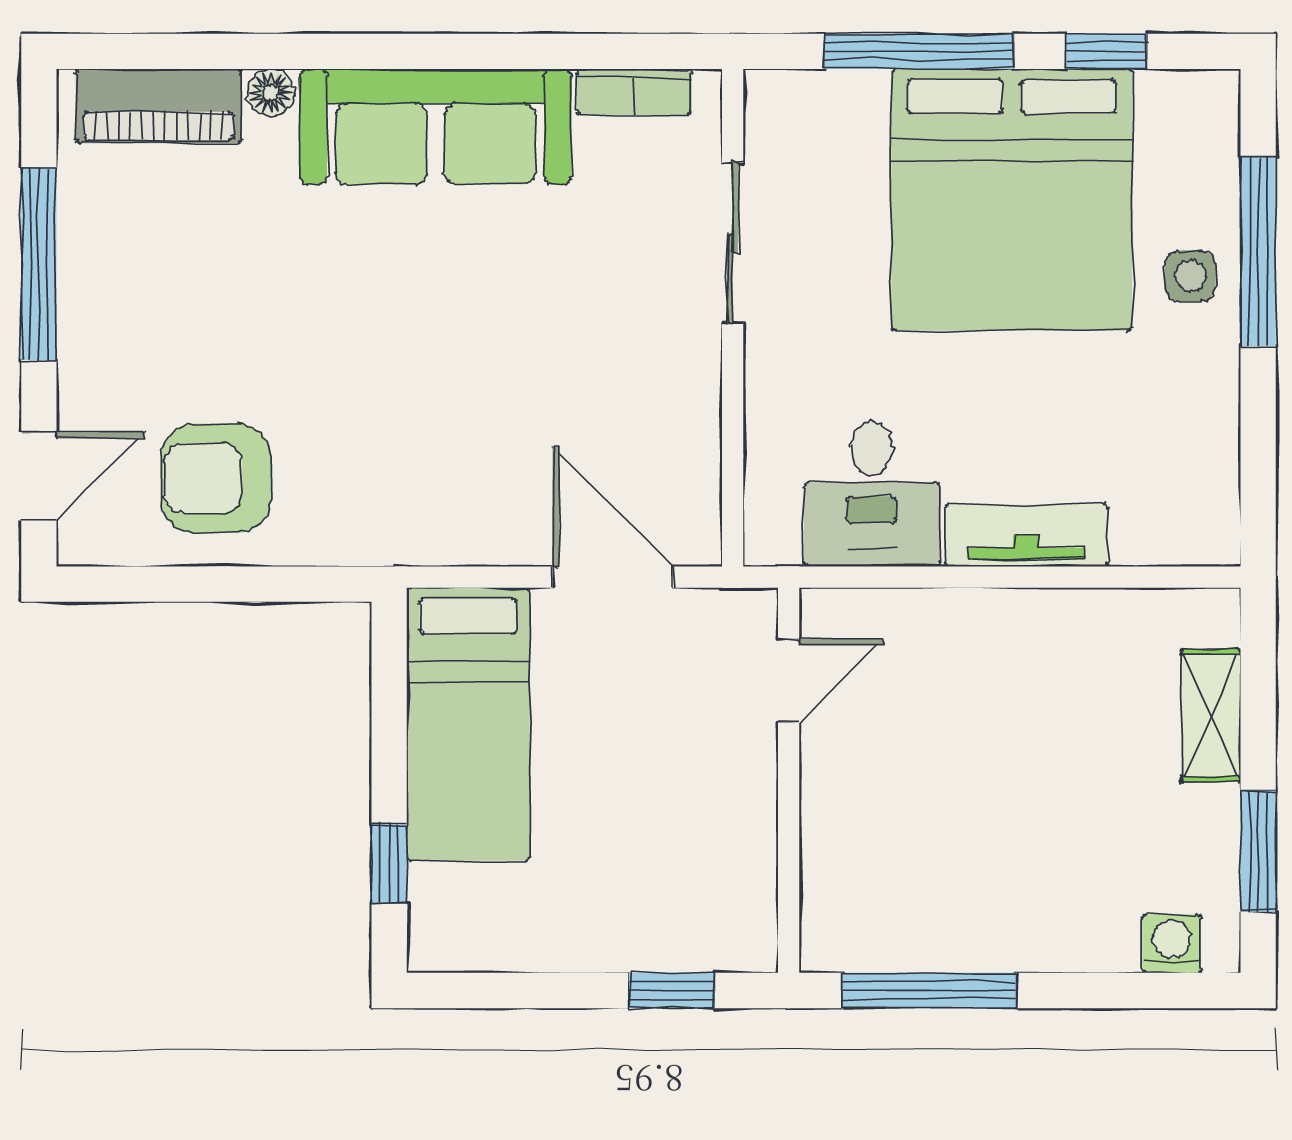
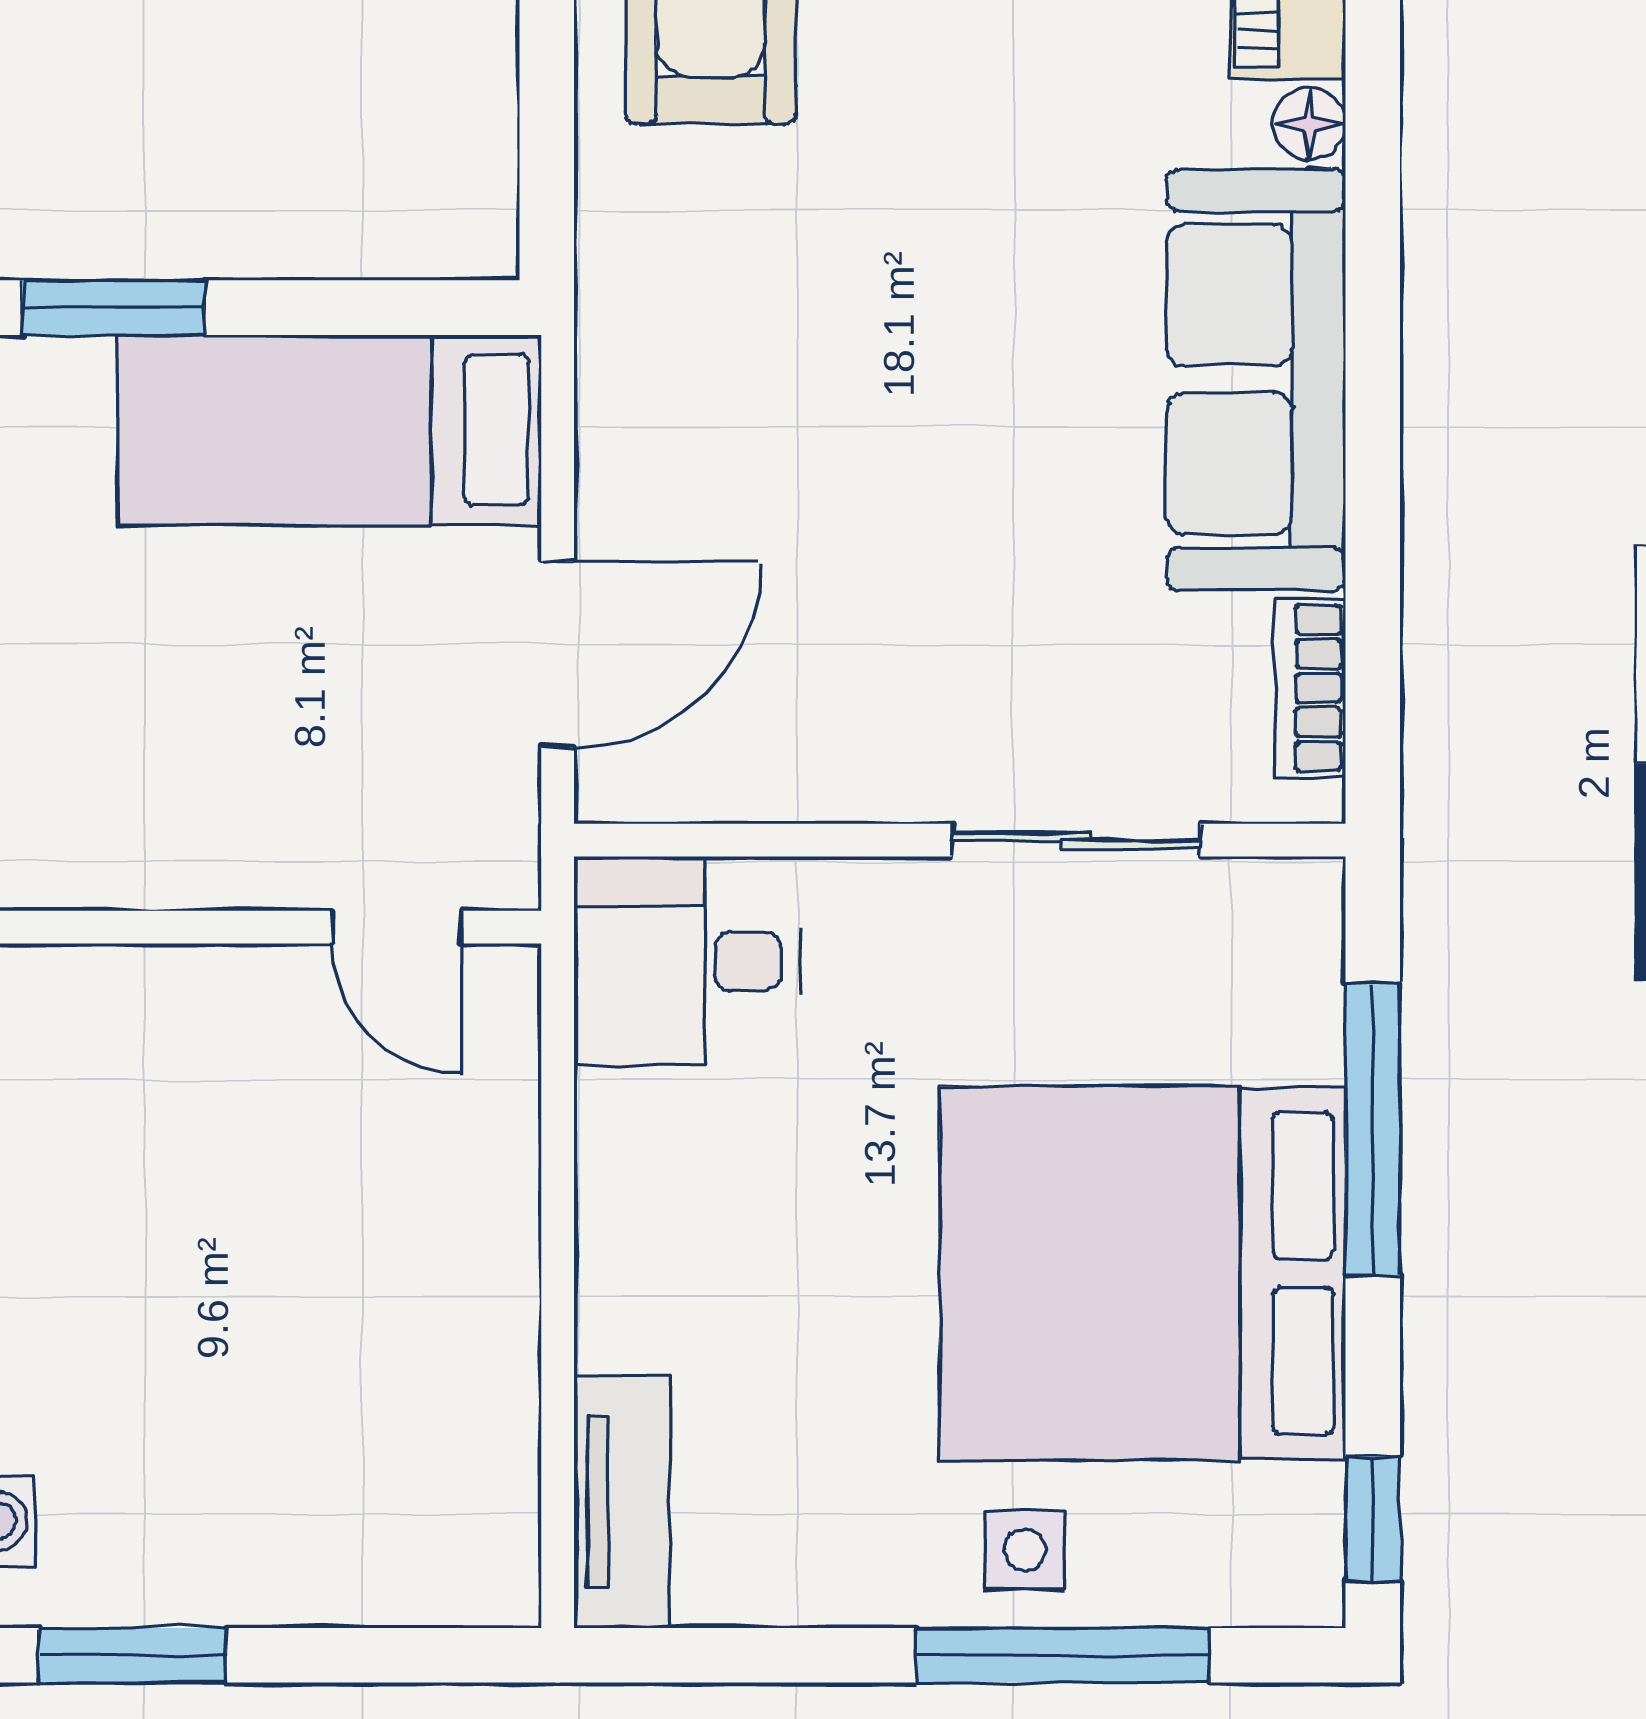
window: (1106, 51) -> (1373, 1519), moved
desk: (872, 494) -> (687, 961), moved
tv unit: (1026, 535) -> (622, 1502), moved
shelving: (1211, 715) -> (343, 1582), removed
window: (389, 863) -> (113, 308), width x1.50

